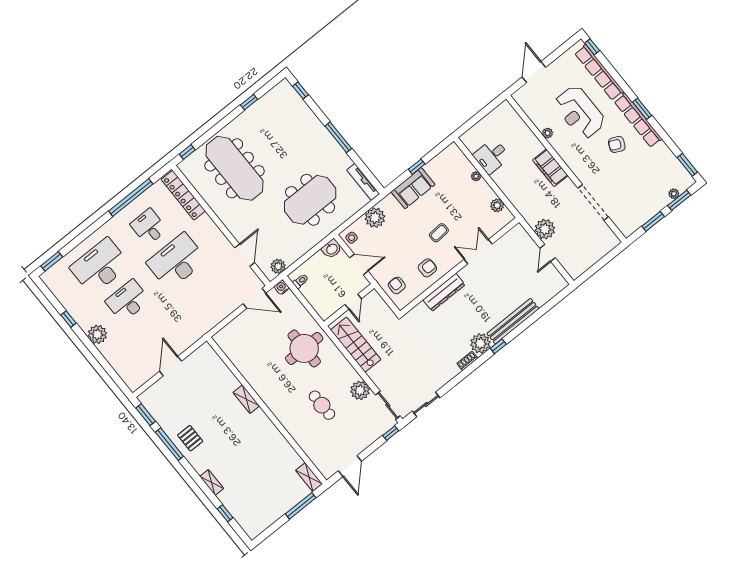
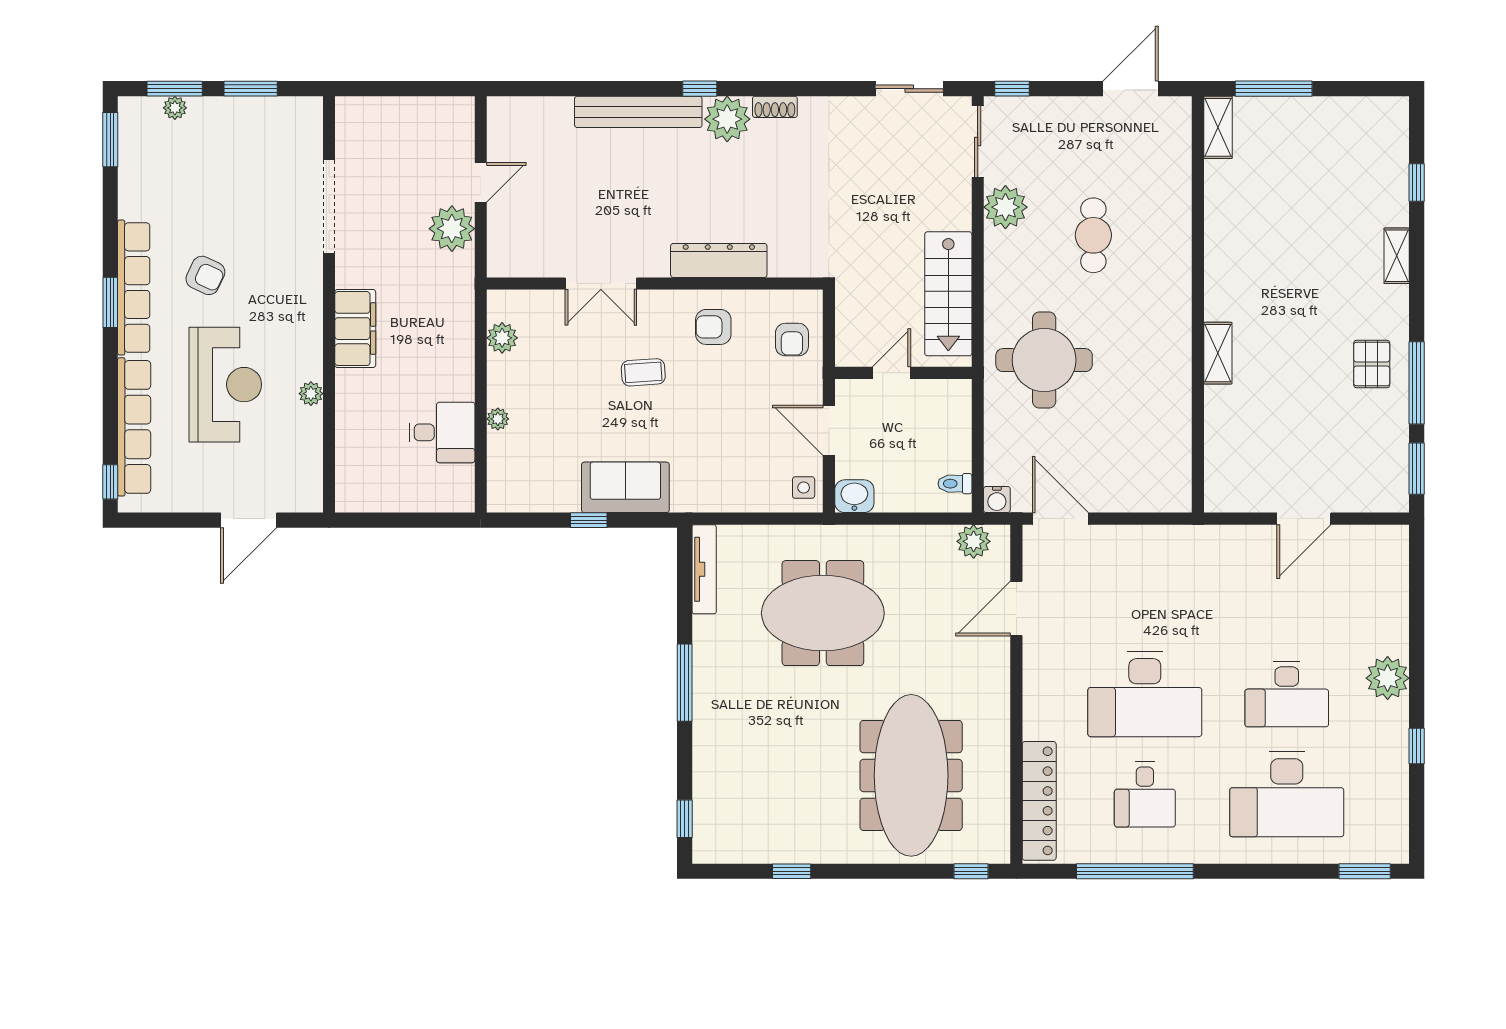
plant: (375, 218) -> (734, 490), removed

